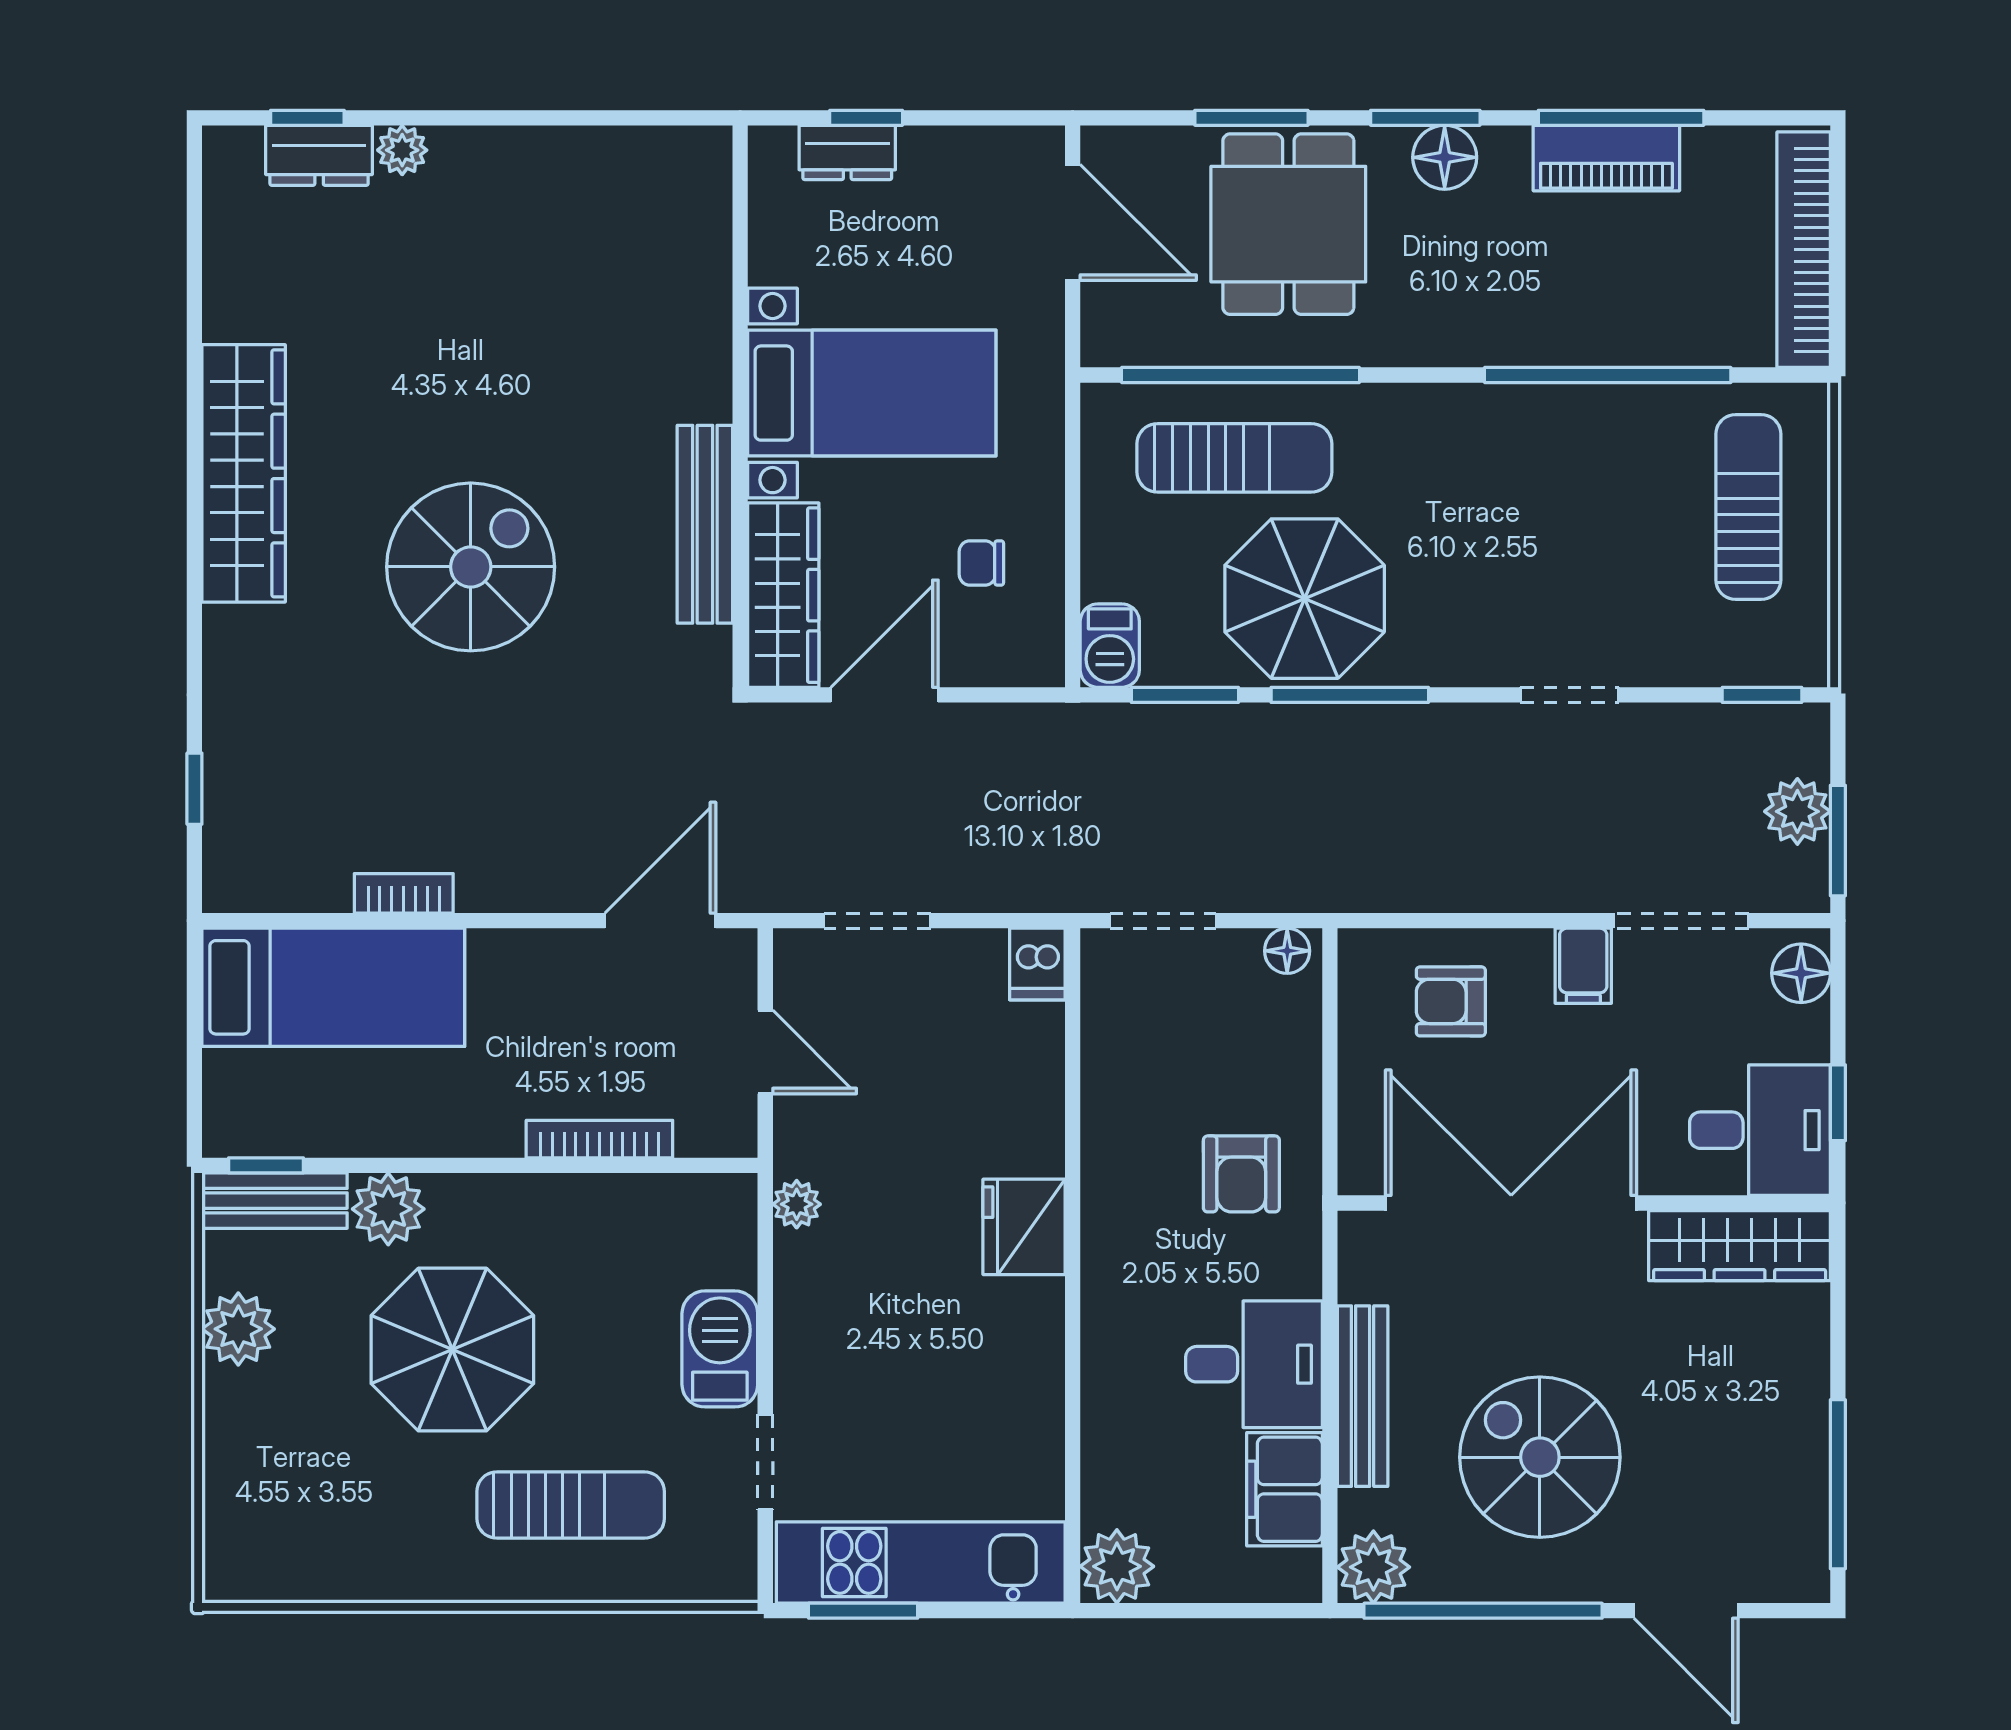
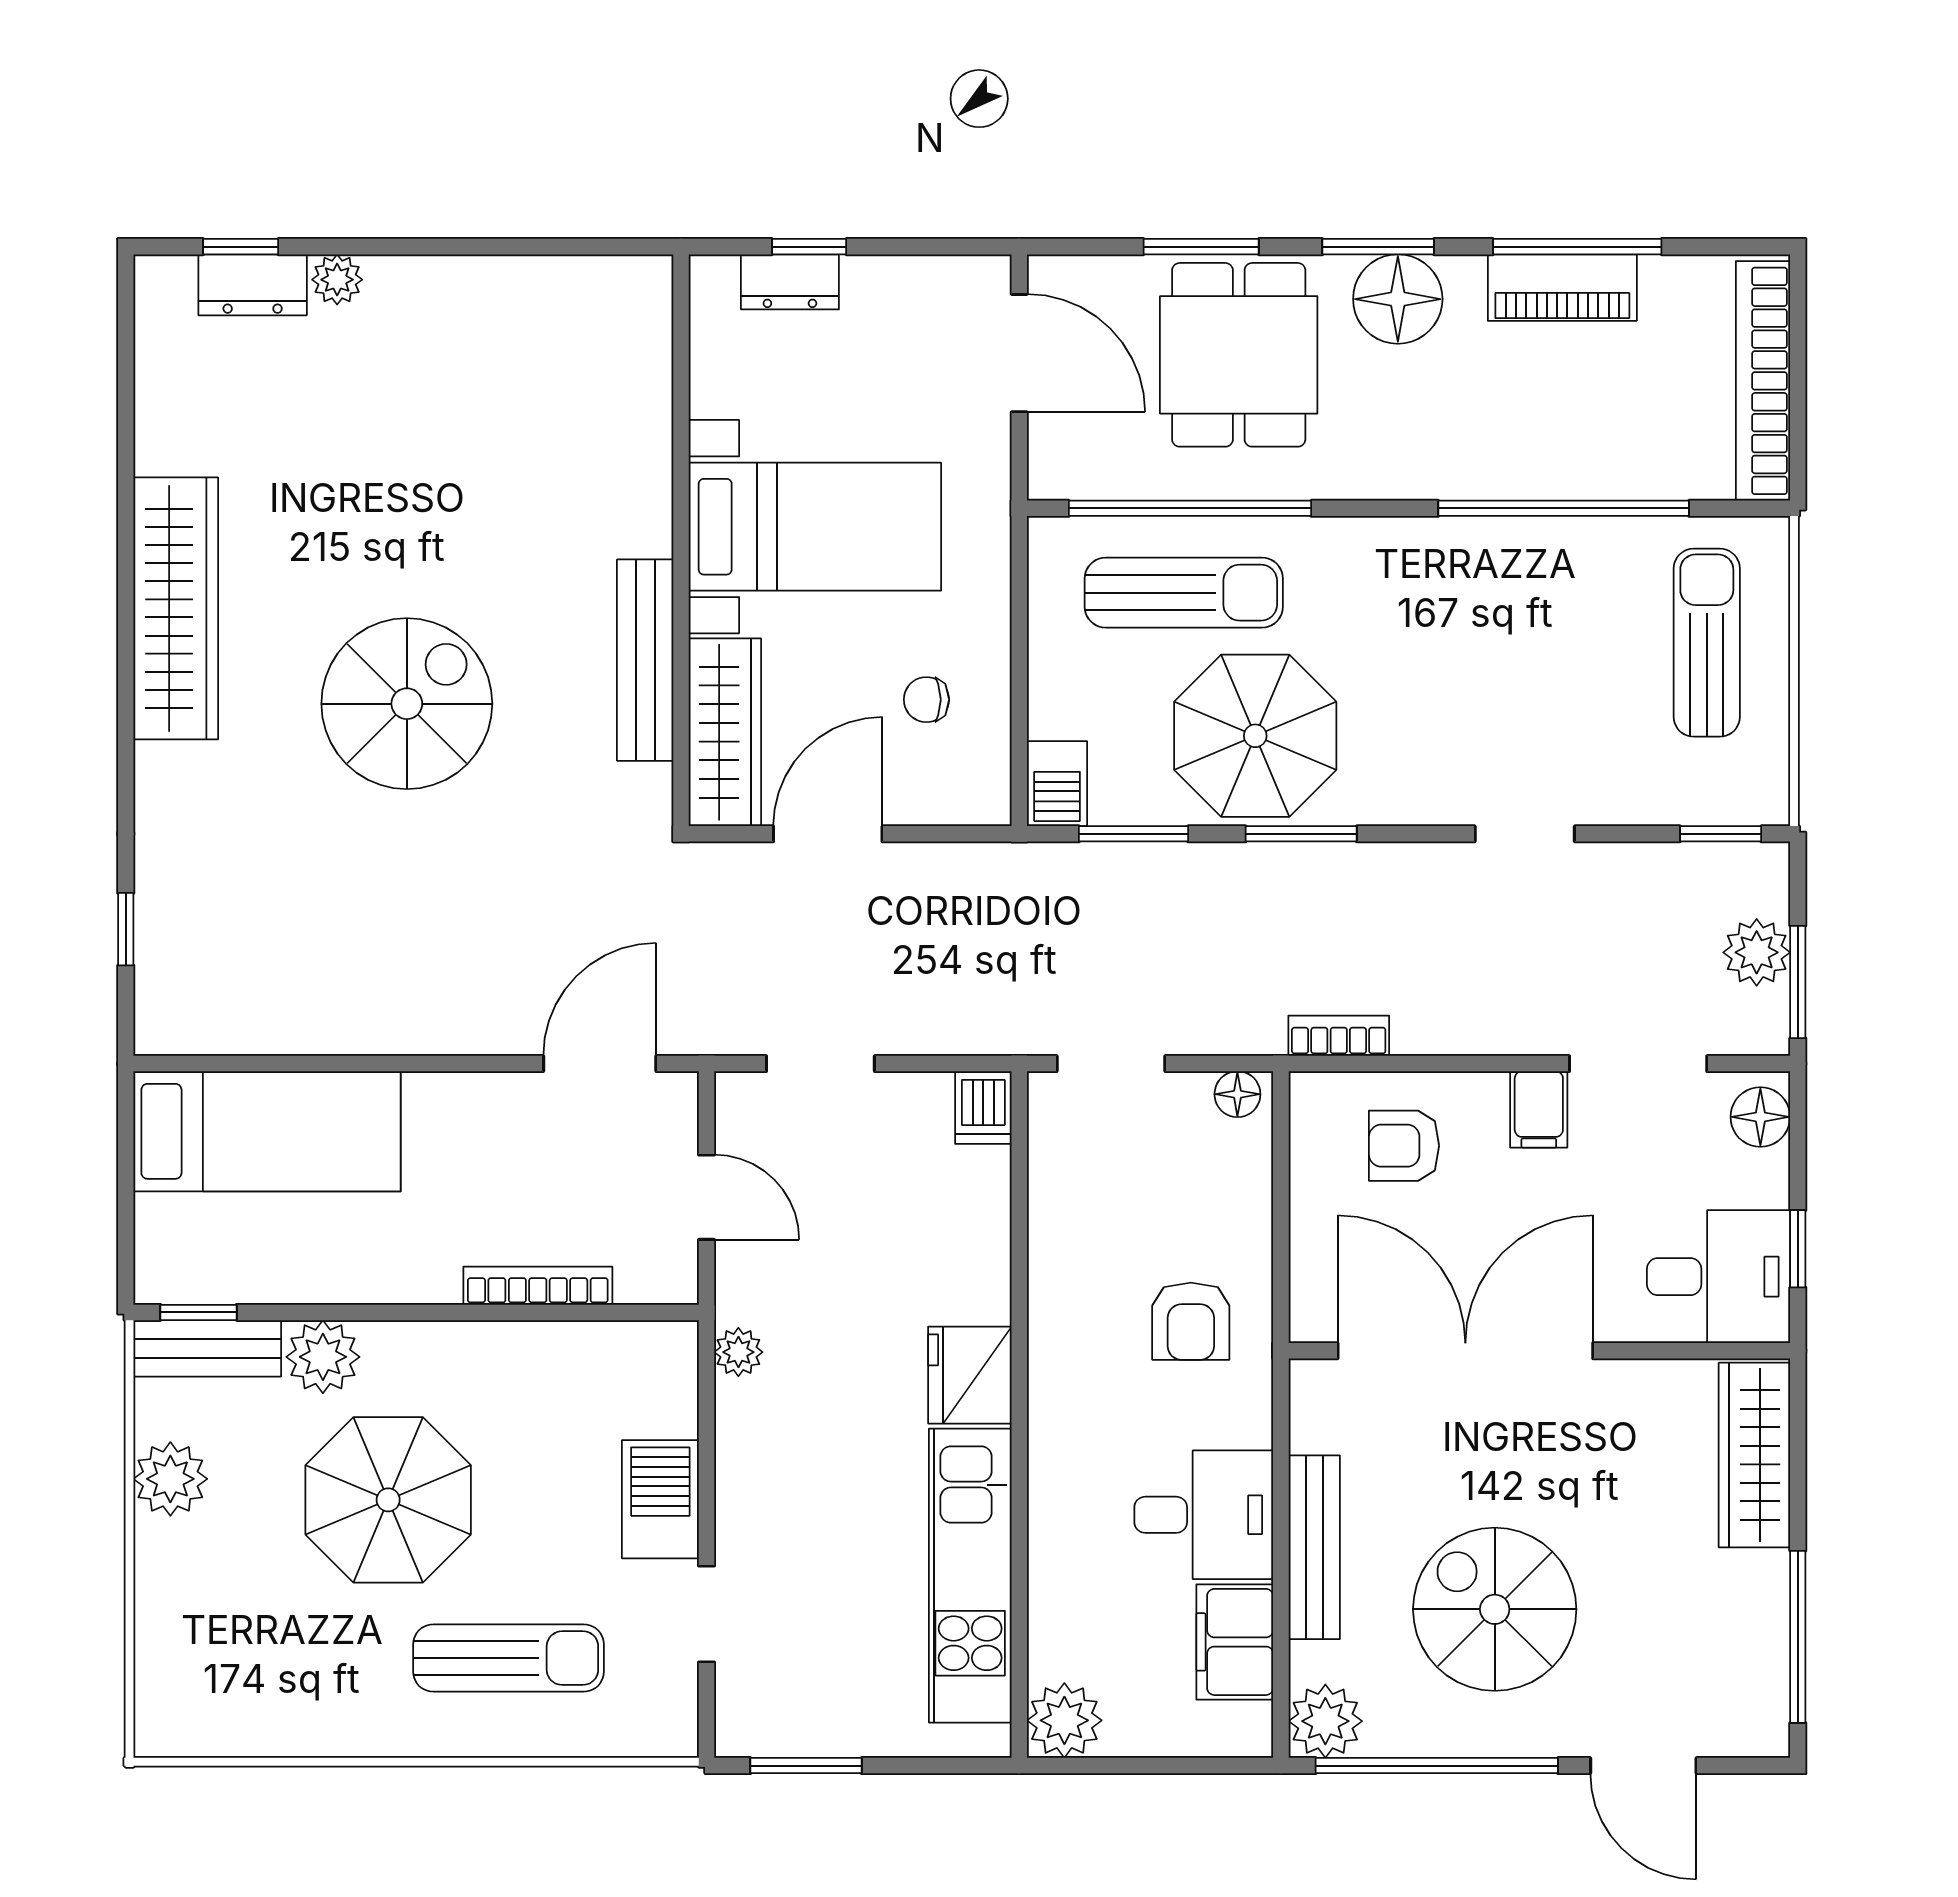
floor lamp: (1445, 157) -> (1398, 299), width x1.38, depth x1.38
window: (1350, 695) -> (1301, 834), width x0.69
bookcase: (404, 893) -> (1339, 1036), moved
wardrobe: (1740, 1246) -> (1754, 1455), moved, turned 90
kitchen unit: (921, 1562) -> (970, 1576), moved, turned -90

